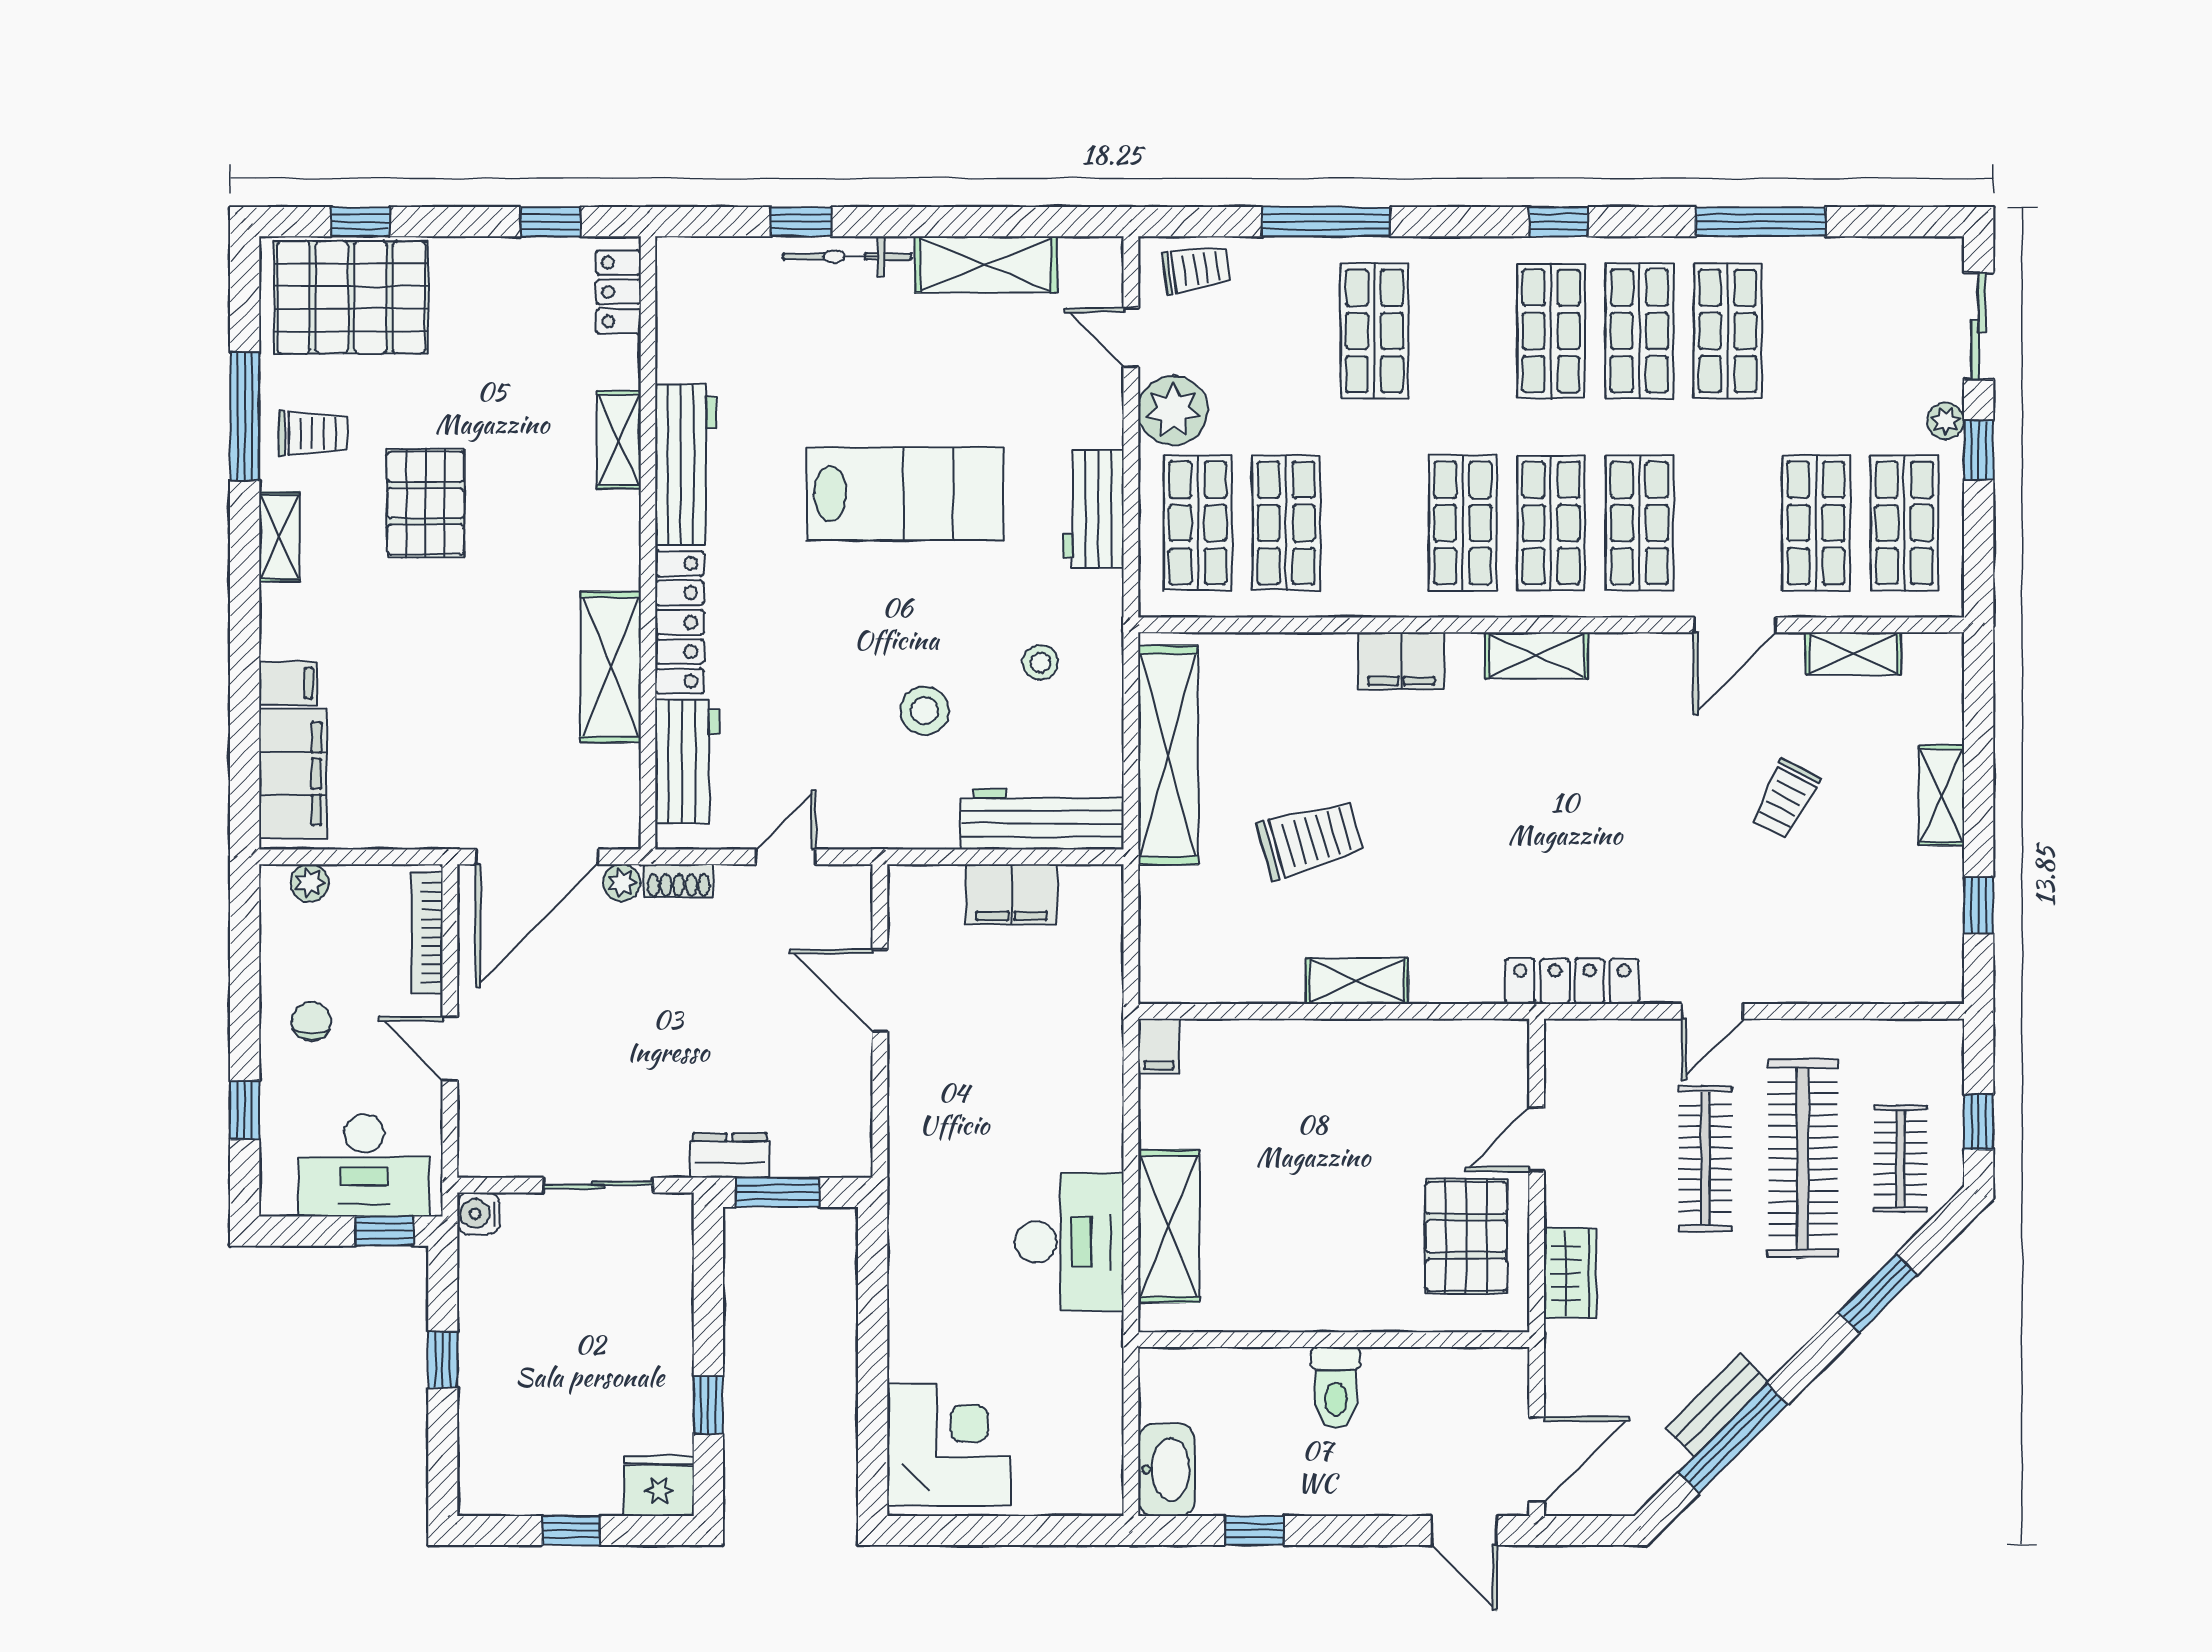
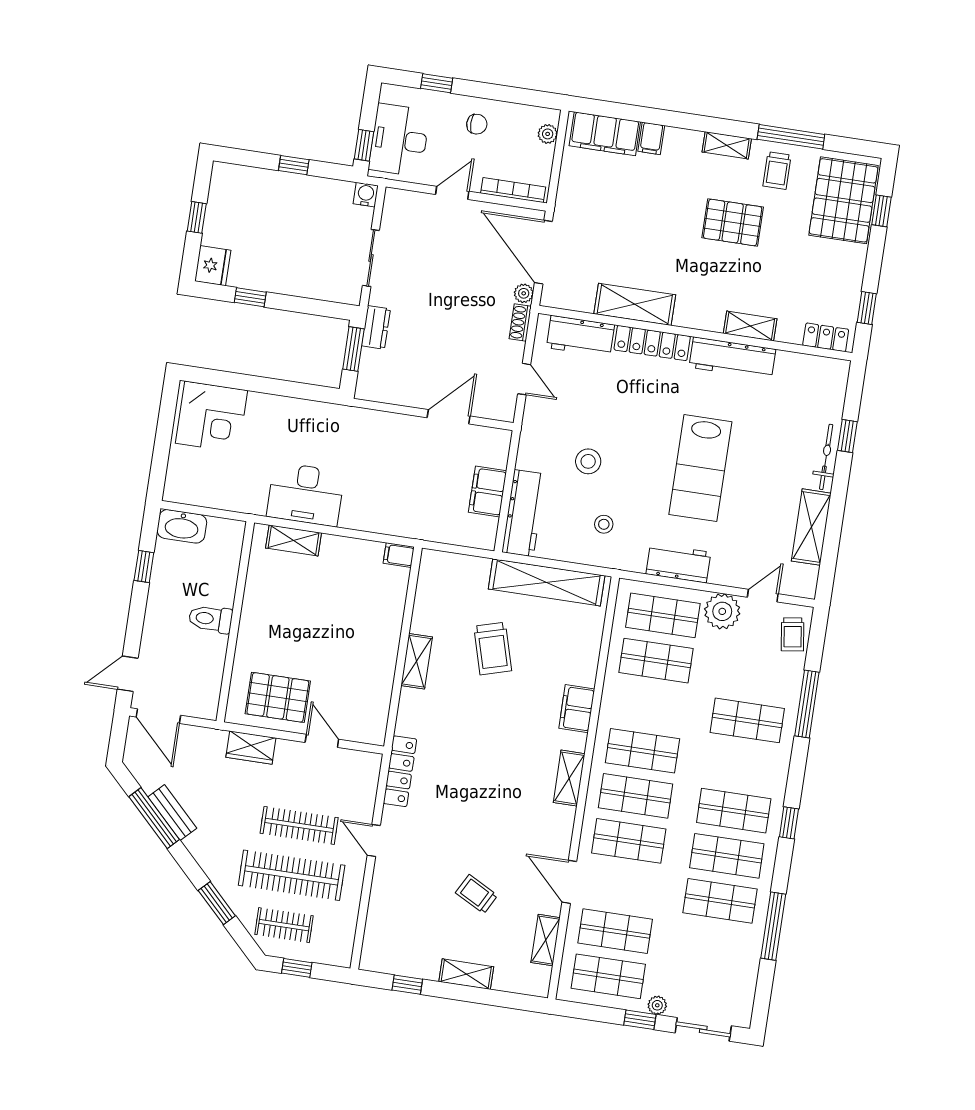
shelving: (1169, 1226) -> (294, 540), width x0.67, depth x0.75

